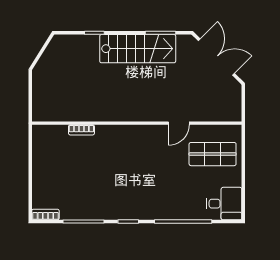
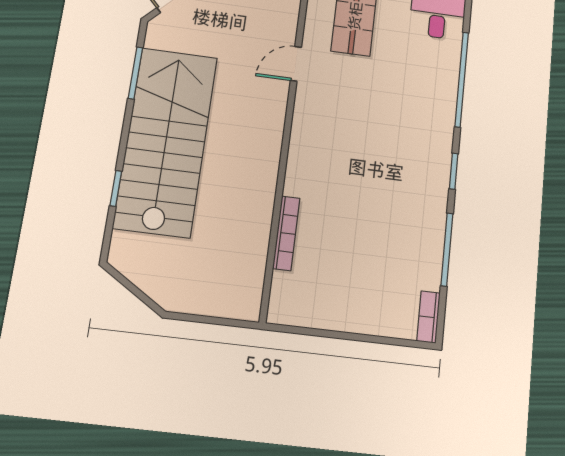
stairs: (138, 49) -> (166, 141), width x1.36, depth x1.51
door: (179, 123) -> (296, 64), swing flipped
bookcase: (81, 130) -> (286, 233), width x1.56

